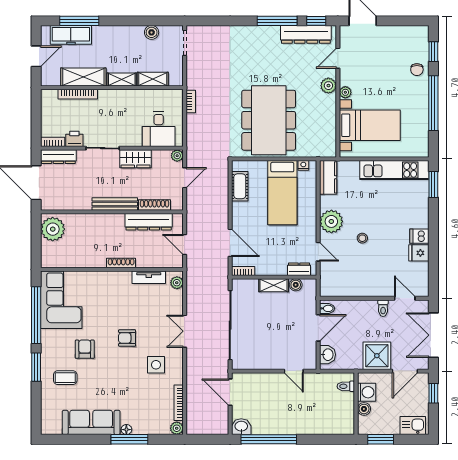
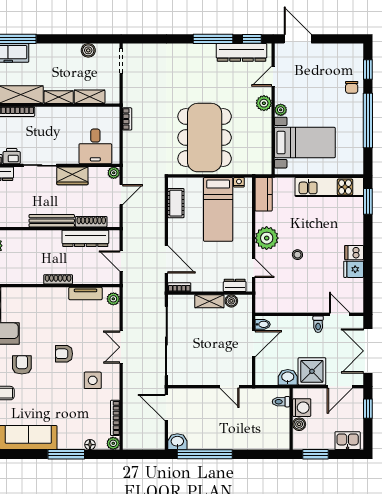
washbasin: (328, 355) -> (288, 377), moved, turned -90
floor lamp: (126, 430) -> (90, 445), moved

